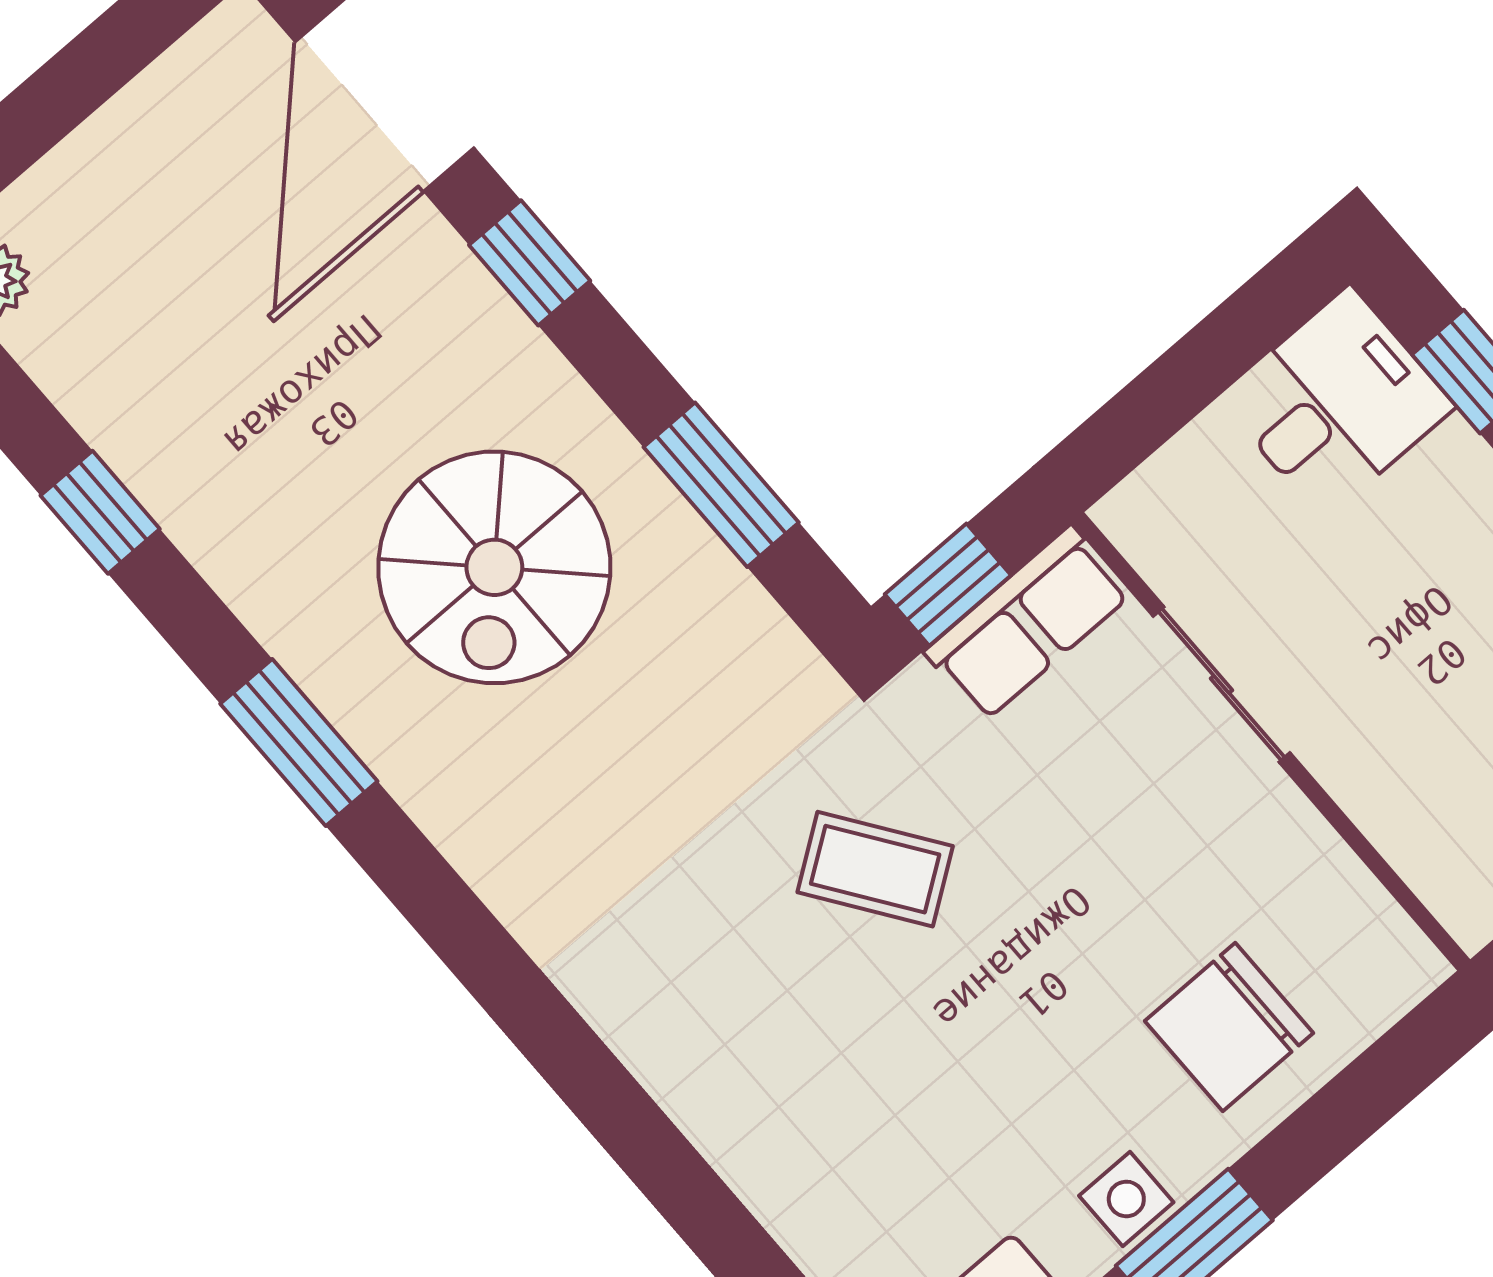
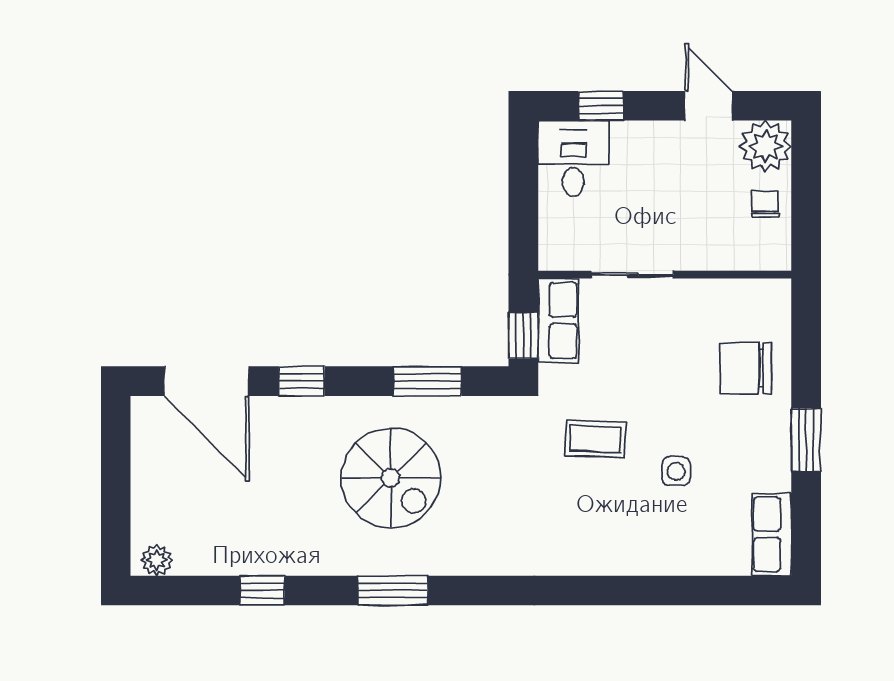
coffee table: (875, 869) -> (595, 439), turned 37
chair: (1229, 1027) -> (746, 368), turned 90
side table: (1126, 1199) -> (676, 471), moved

